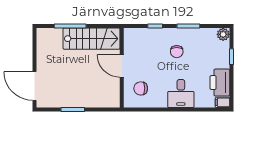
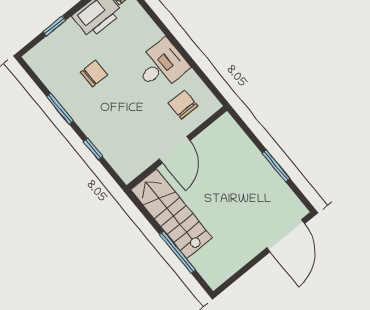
plant: (223, 34) -> (35, 58), removed
chair: (177, 52) -> (94, 73), moved
chair: (141, 88) -> (183, 105), turned 180
desk: (181, 94) -> (162, 66), moved

